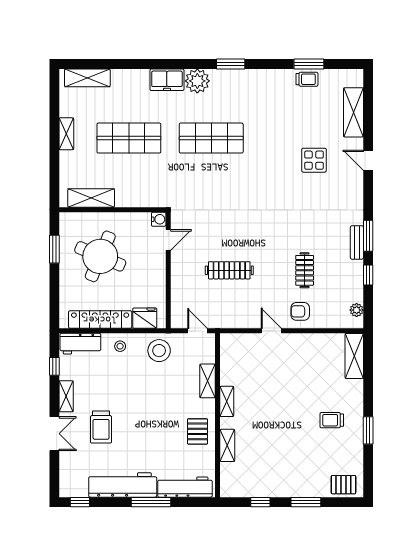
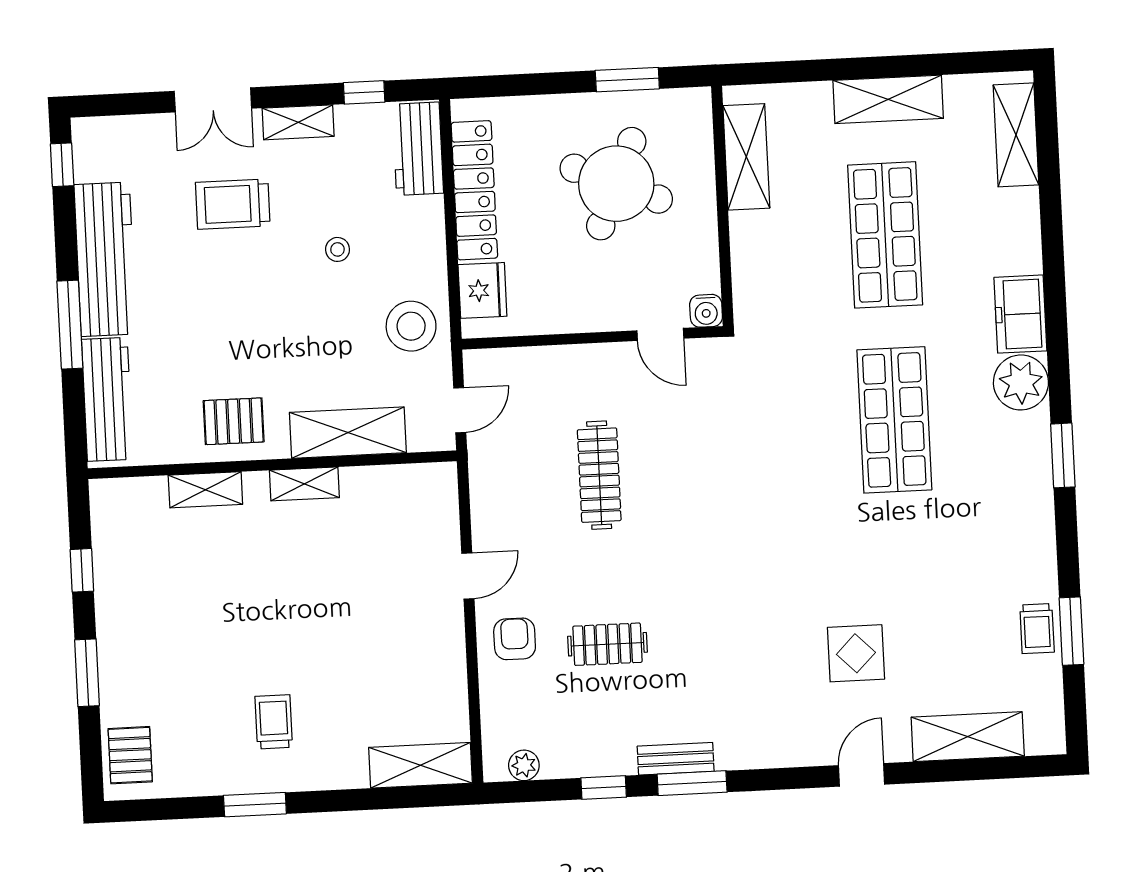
shelving: (66, 134) -> (888, 99), width x1.50, depth x1.33
stool: (120, 346) -> (338, 249), moved
shelving: (208, 381) -> (348, 433), width x1.50, depth x1.33

